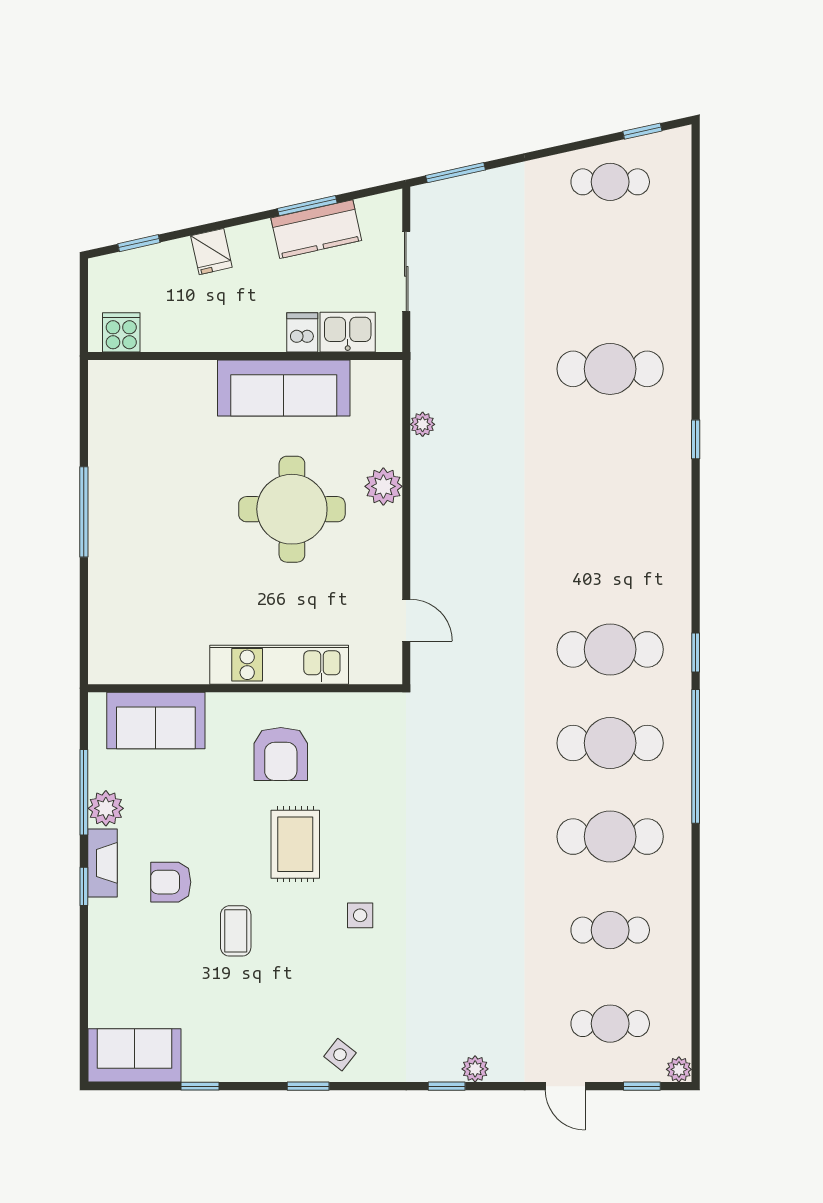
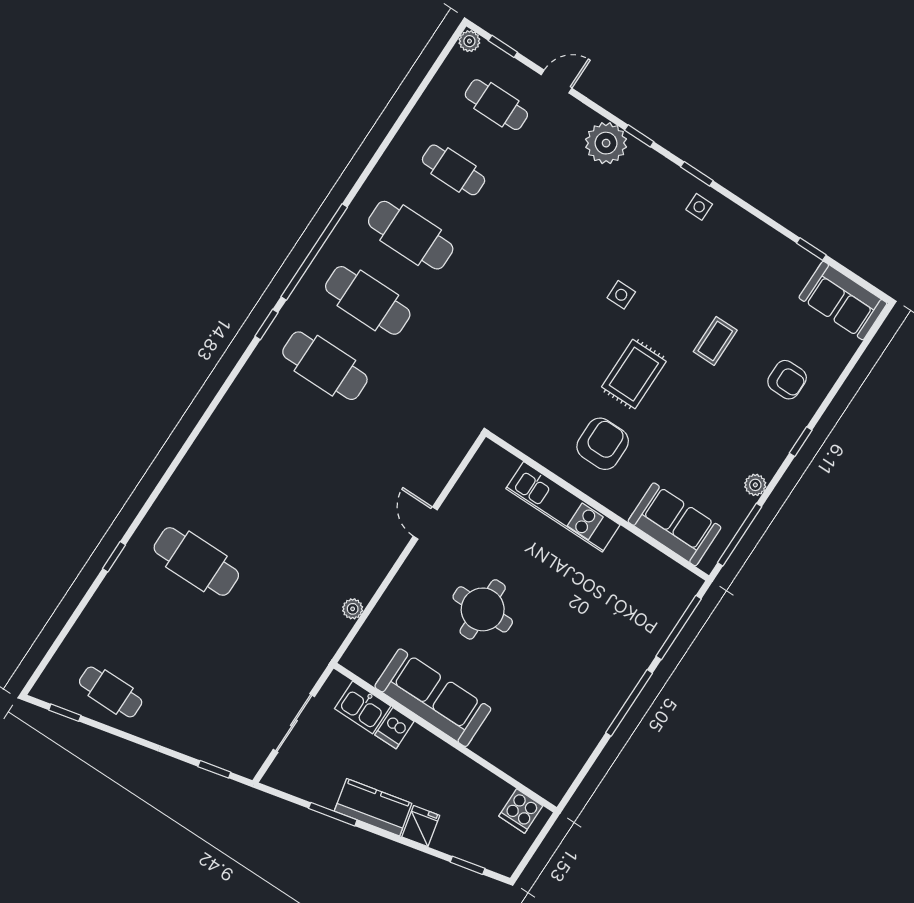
window: (456, 173) -> (214, 769), width x0.67
kitchen counter: (316, 229) -> (373, 807), moved
window: (696, 439) -> (114, 557), moved
plant: (383, 486) -> (408, 583), removed
round table: (292, 509) -> (483, 609), width x0.73, depth x0.73
window: (84, 620) -> (679, 627), added
door: (406, 620) -> (425, 523), moved
window: (84, 792) -> (740, 535), moved
plant: (106, 808) -> (755, 485), width x0.73, depth x0.73
fireplace: (102, 863) -> (777, 449), removed
armchair: (171, 882) -> (787, 380), moved
side table: (340, 1055) -> (699, 207), turned -38
plant: (475, 1069) -> (606, 143), width x1.87, depth x1.87
window: (308, 1086) -> (697, 174), moved
door: (565, 1086) -> (556, 82), hinge flipped

